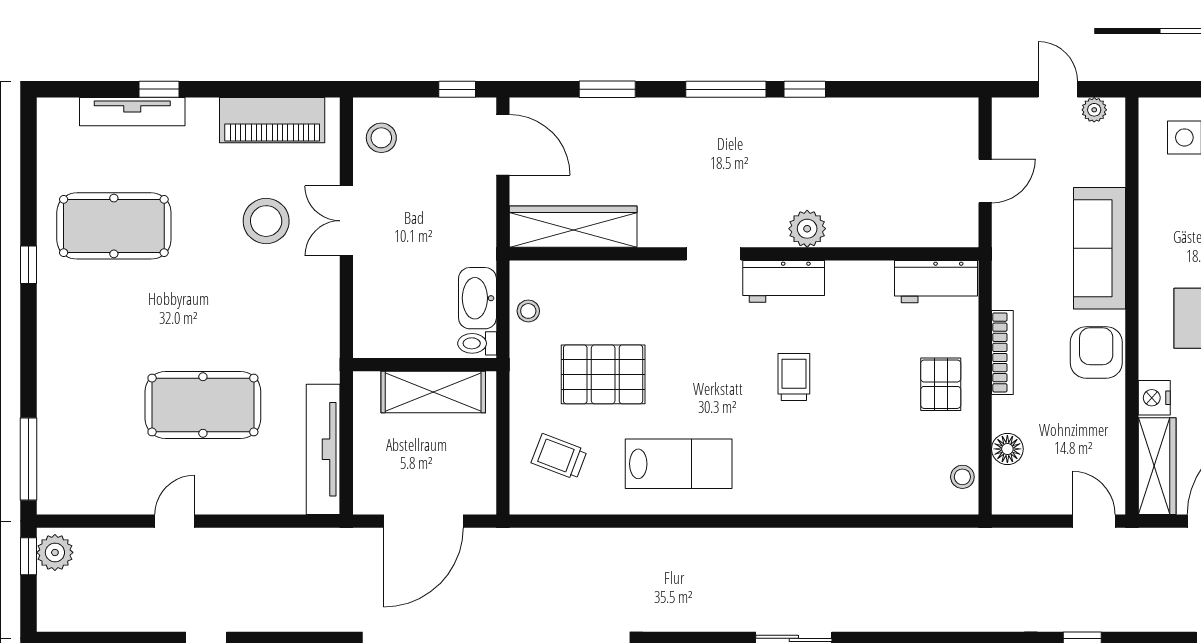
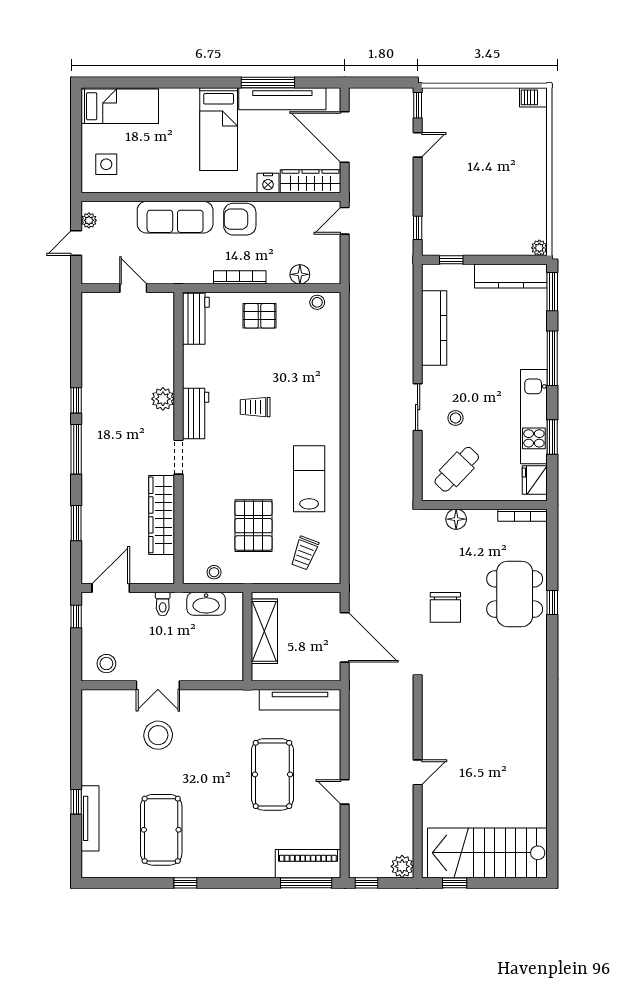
piano: (272, 120) -> (308, 864), moved, turned -90
wardrobe: (573, 227) -> (162, 515), moved
toilet: (477, 343) -> (163, 604), moved
plant: (55, 552) -> (402, 866), moved

